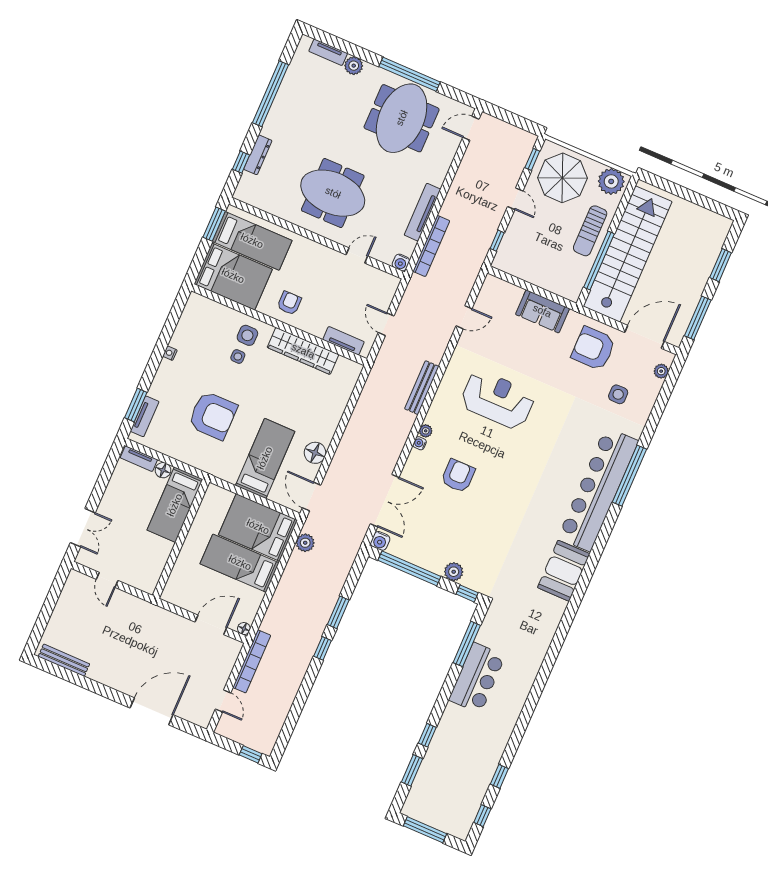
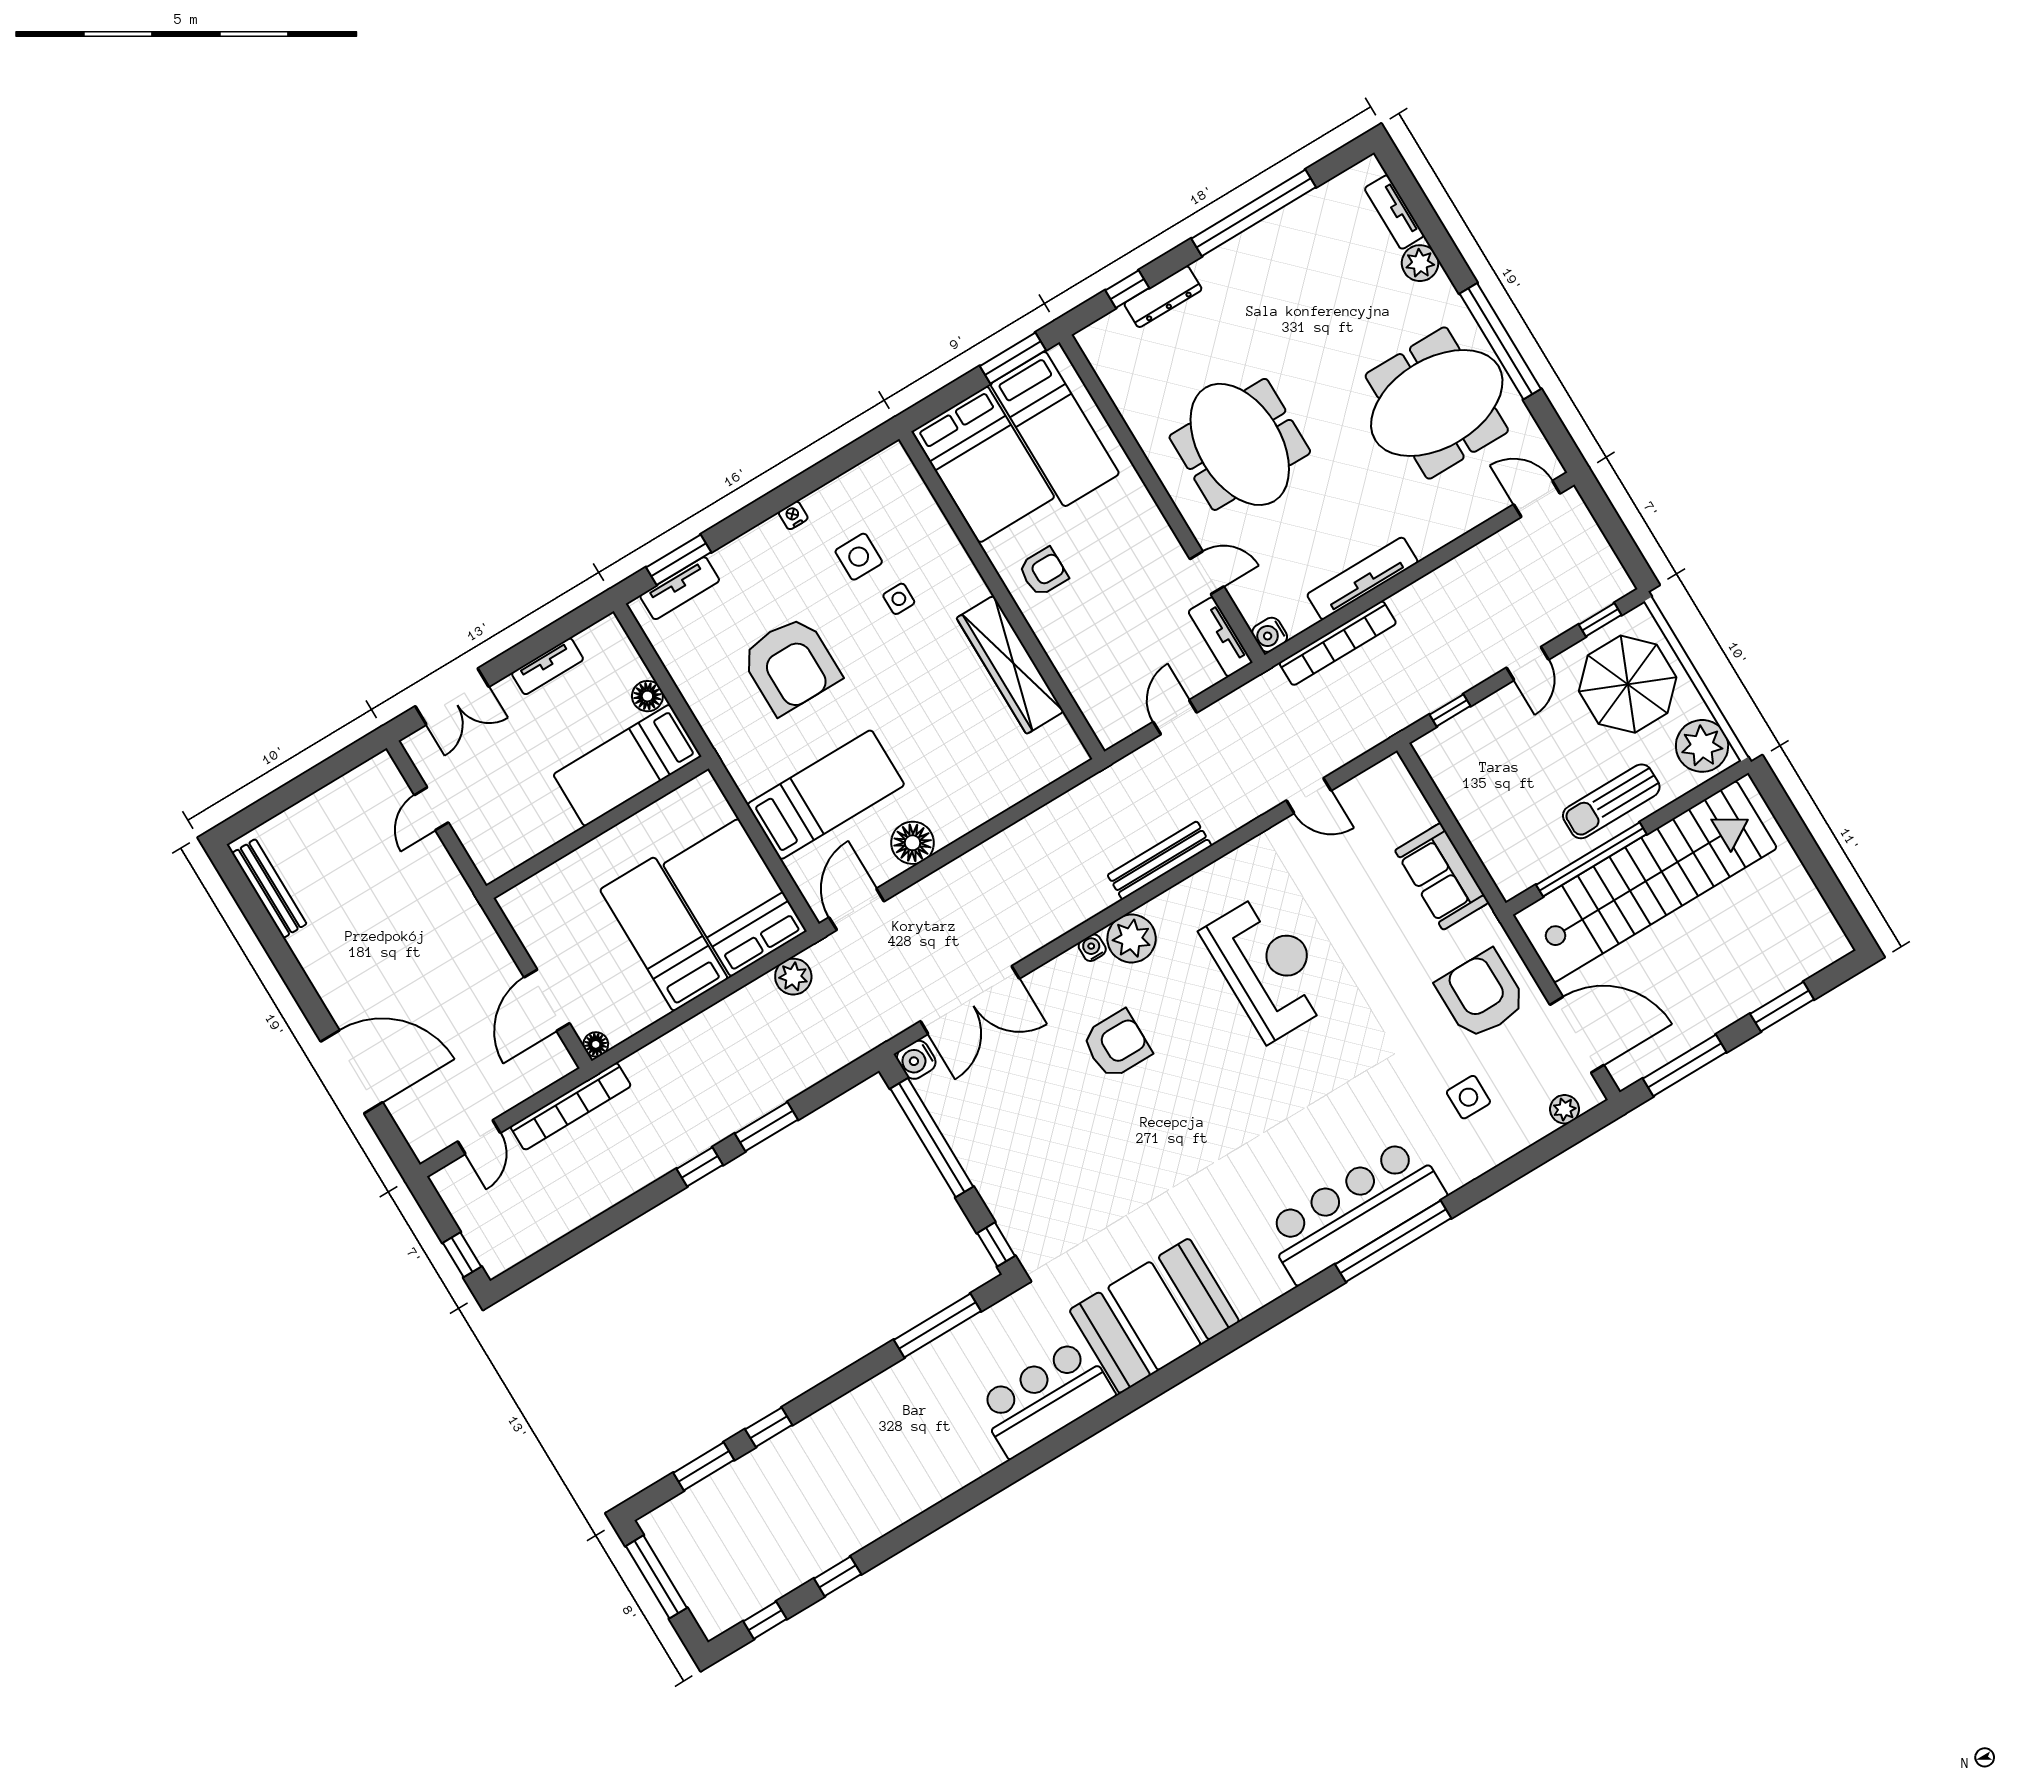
side table: (247, 335) -> (859, 557), moved
tv unit: (344, 341) -> (1220, 637), moved, turned 180
plant: (426, 431) -> (1132, 939), width x1.87, depth x1.87
tv unit: (139, 459) -> (548, 666), moved, turned -90
bar counter: (598, 489) -> (1354, 1211), width x0.73
booth: (564, 571) -> (1154, 1316), width x1.36, depth x1.42
plant: (454, 572) -> (999, 1194), removed
door: (211, 625) -> (547, 1000), swing flipped
bar counter: (477, 678) -> (1045, 1398), moved, turned 180

